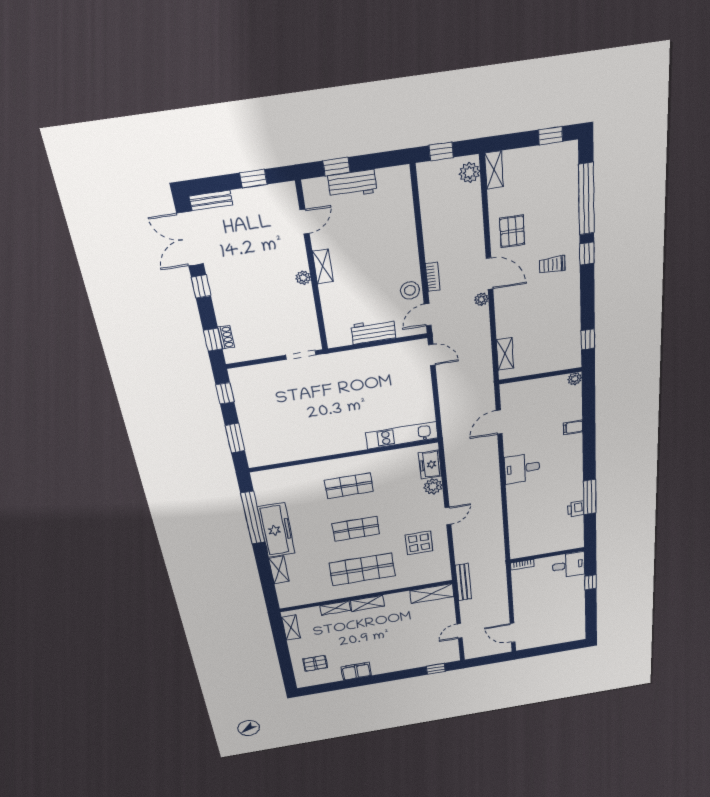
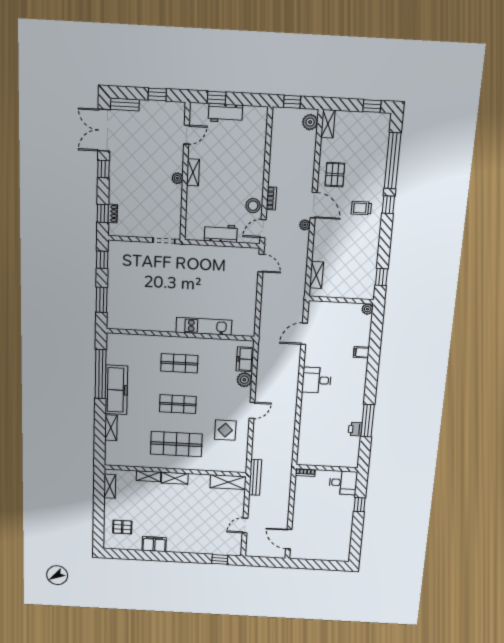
kitchen unit: (402, 435) -> (204, 326), moved

